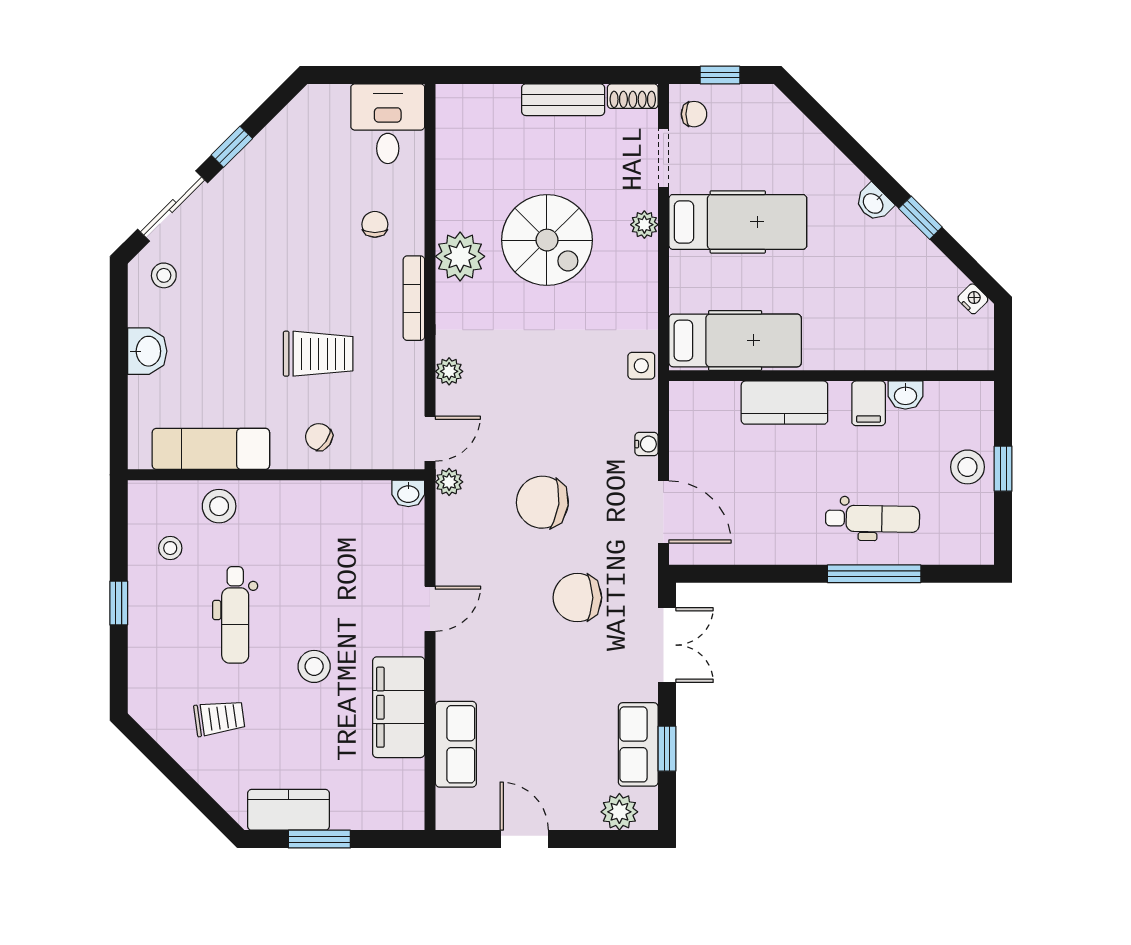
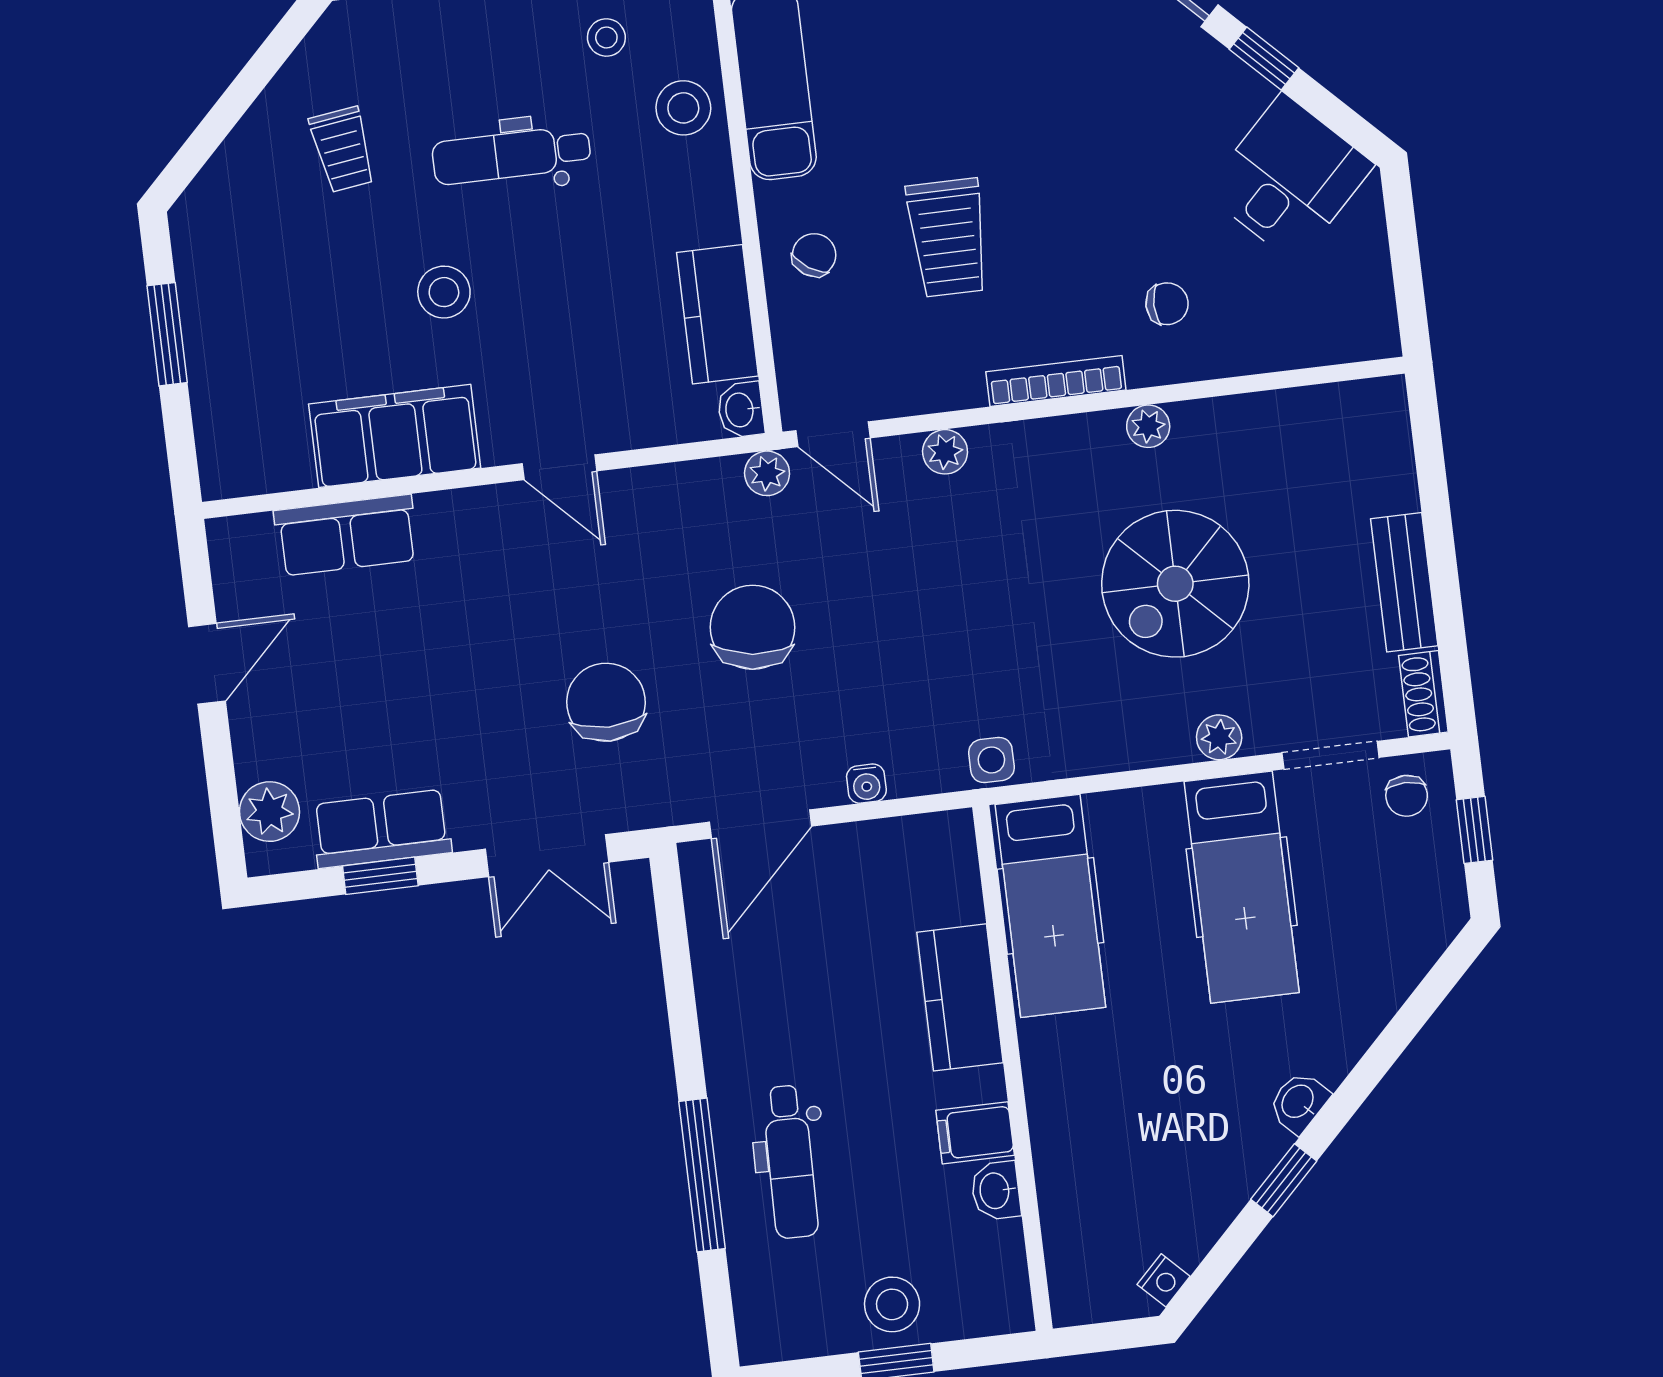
desk: (388, 124) -> (1289, 178), moved, turned -45
plant: (460, 256) -> (1148, 426), width x0.53, depth x0.53
kitchen counter: (289, 810) -> (717, 314), moved, turned 180

